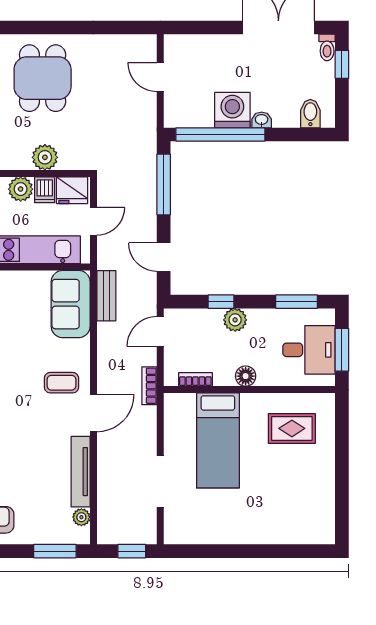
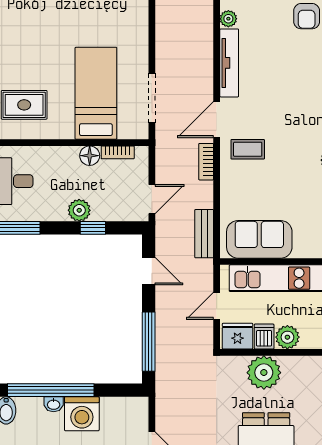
window: (220, 134) -> (51, 390), moved
plant: (45, 157) -> (264, 373), width x1.36, depth x1.36
sofa: (71, 304) -> (259, 239), moved, turned -90
floor lamp: (246, 376) -> (90, 156), moved
bookcase: (149, 386) -> (206, 162), moved, turned 180
doorway: (160, 482) -> (152, 98), moved

